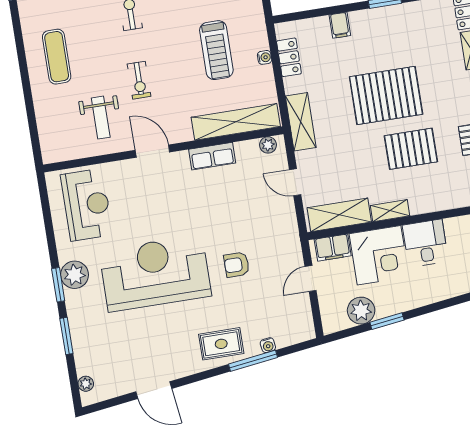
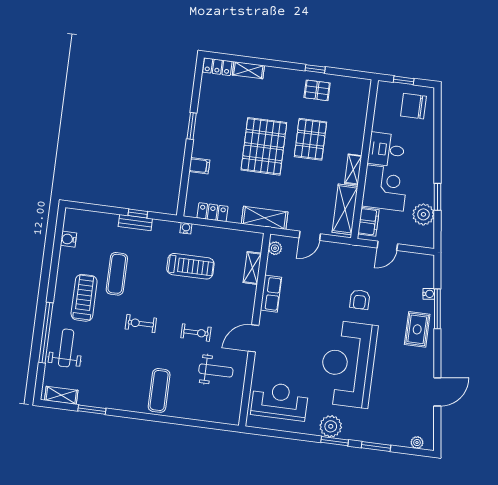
exercise mat: (57, 57) -> (159, 390), turned 90
water cooler: (265, 57) -> (186, 228), moved
shelving: (236, 122) -> (252, 268), width x0.45, depth x0.75
door: (311, 278) -> (387, 246), hinge flipped

